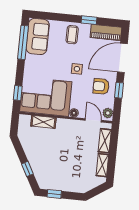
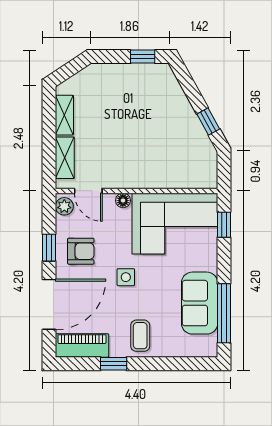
sofa: (38, 36) -> (200, 303), moved
shelving: (43, 122) -> (174, 179), removed
window: (27, 169) -> (208, 122), moved

